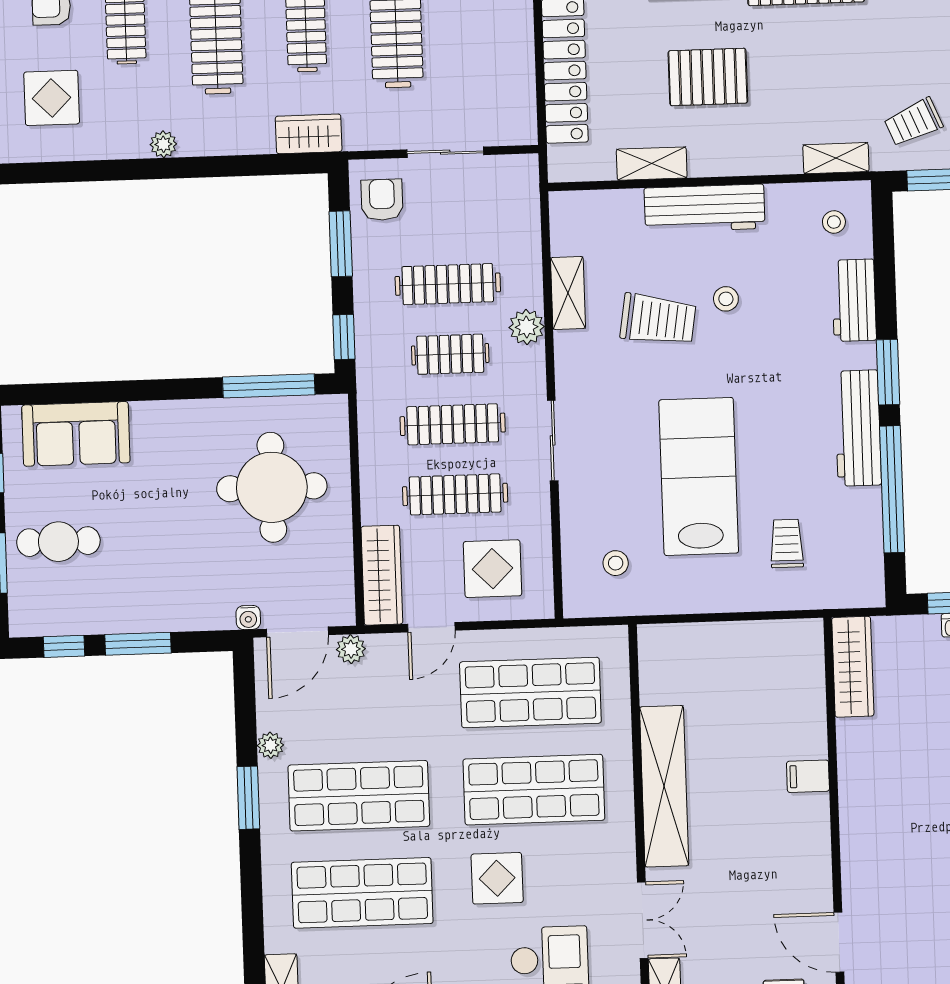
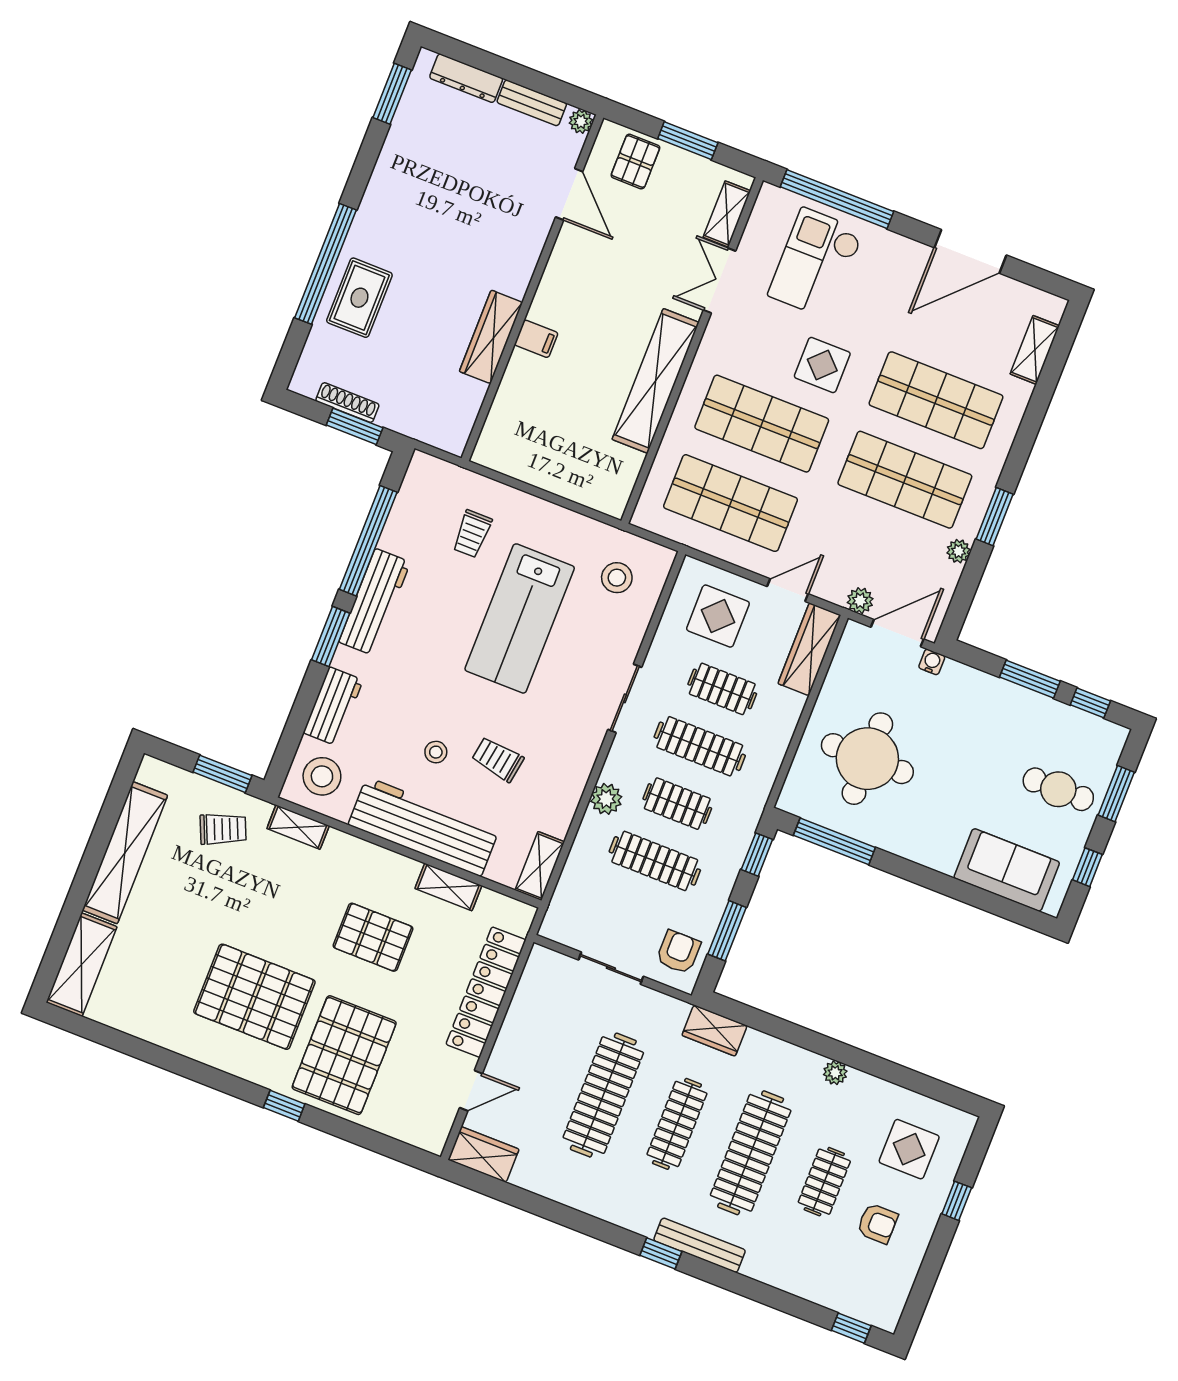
armchair: (382, 200) -> (678, 952), turned 180
workbench: (705, 208) -> (424, 827), width x1.36, depth x1.32
stool: (834, 222) -> (322, 776), width x1.89, depth x1.89
shelving: (568, 293) -> (540, 866), moved
trolley: (658, 319) -> (498, 759), width x0.73, depth x0.72
clothes rail: (455, 494) -> (722, 689), width x0.73
stool: (616, 563) -> (617, 578), width x1.37, depth x1.37
wardrobe: (853, 667) -> (491, 337), moved

